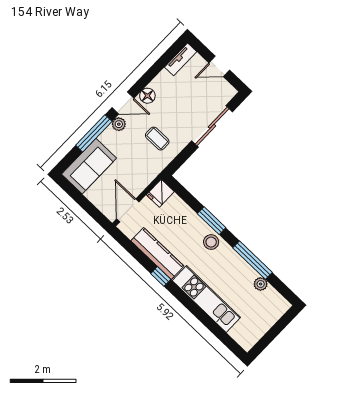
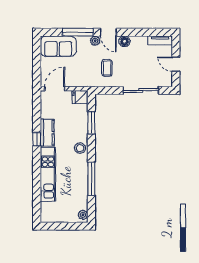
window: (212, 221) -> (91, 123), moved
kitchen counter: (157, 254) -> (47, 133), width x0.67
plant: (261, 284) -> (83, 215), moved

